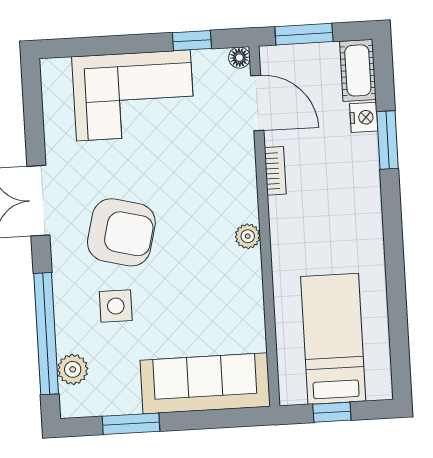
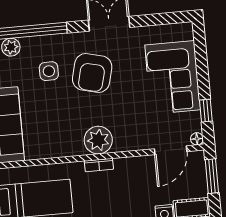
bookcase: (275, 171) -> (99, 165), moved
plant: (248, 236) -> (98, 140), width x1.87, depth x1.87

